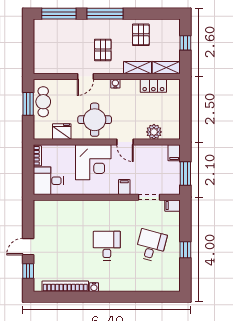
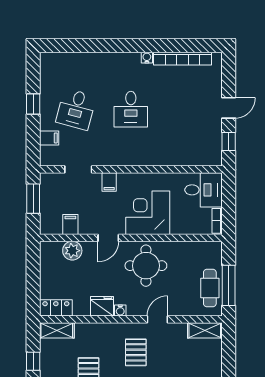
shelving: (138, 68) -> (205, 330), moved
locker: (153, 86) -> (56, 308), moved
window: (28, 104) -> (229, 285), width x1.44
fridge: (62, 132) -> (102, 306), moved, turned 180
door: (125, 142) -> (108, 238), swing flipped
filing cabinet: (174, 153) -> (70, 225), moved
filing cabinet: (173, 206) -> (49, 138), moved
window: (28, 271) -> (229, 141), moved

